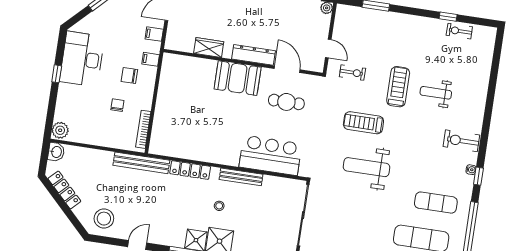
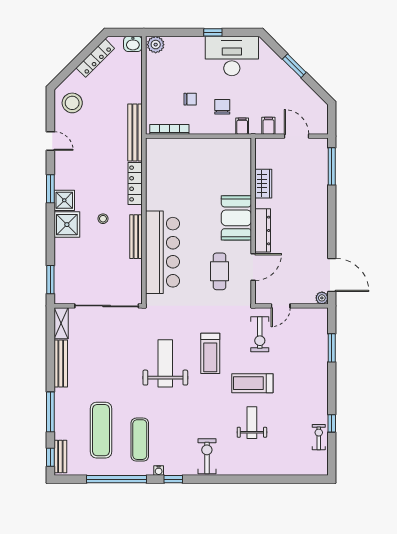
exercise bike: (352, 73) -> (260, 334), width x1.38, depth x1.39
treadmill: (398, 87) -> (252, 383), turned 180
treadmill: (363, 123) -> (210, 353), turned 180
bar counter: (270, 155) -> (162, 252), width x1.36
water cooler: (471, 170) -> (159, 471), moved

